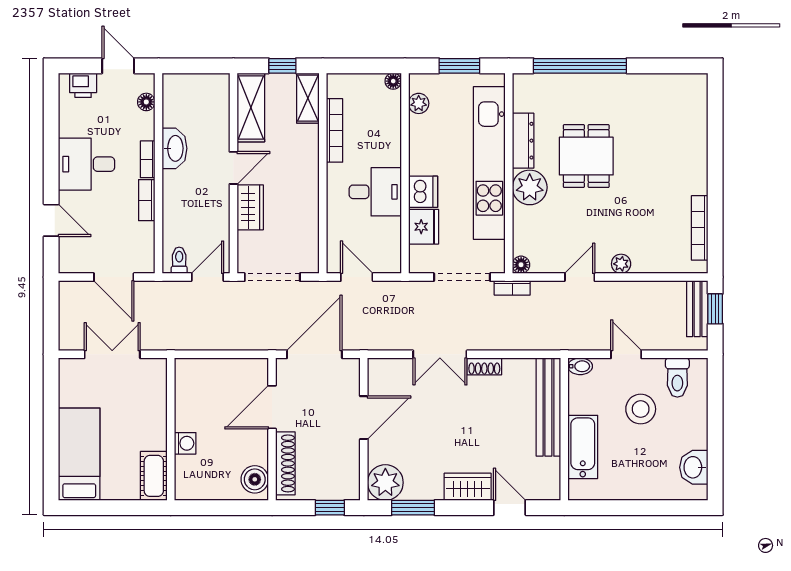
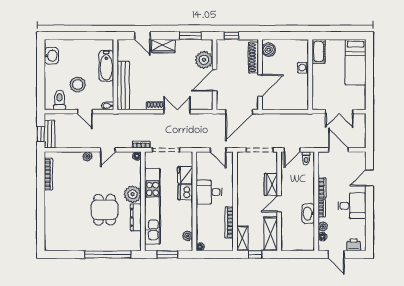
plant: (145, 122) -> (323, 227), added
door: (51, 220) -> (369, 178), hinge flipped
plant: (385, 483) -> (204, 60), moved

